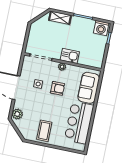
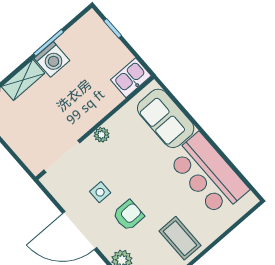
washing machine: (101, 28) -> (52, 59), moved
kitchen sink: (70, 56) -> (131, 78), moved
armchair: (58, 88) -> (128, 215), moved

